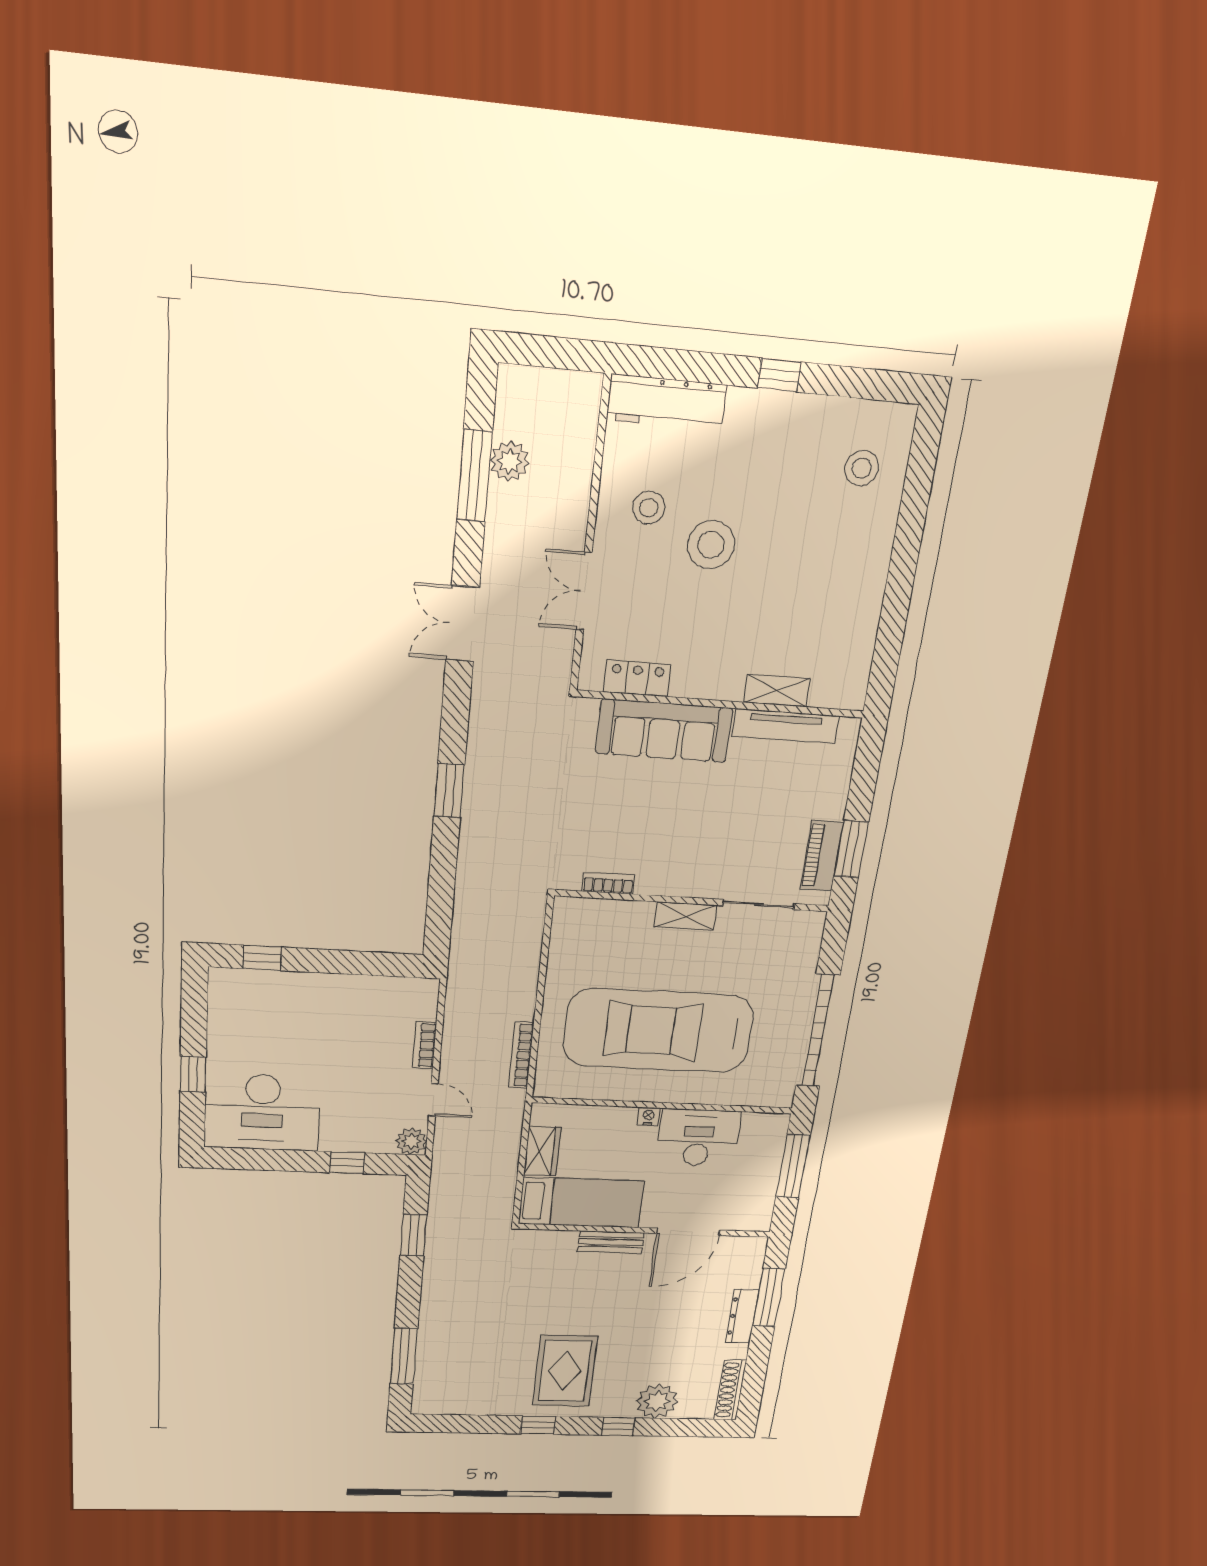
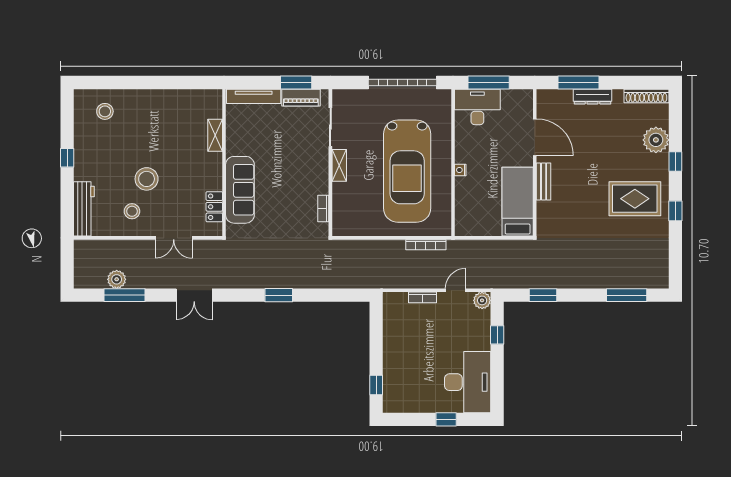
tv unit: (785, 726) -> (254, 96), moved, turned 90
desk: (698, 1138) -> (477, 107), moved, turned 90
wardrobe: (542, 1151) -> (485, 227), removed

